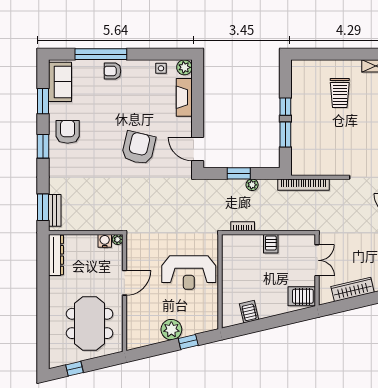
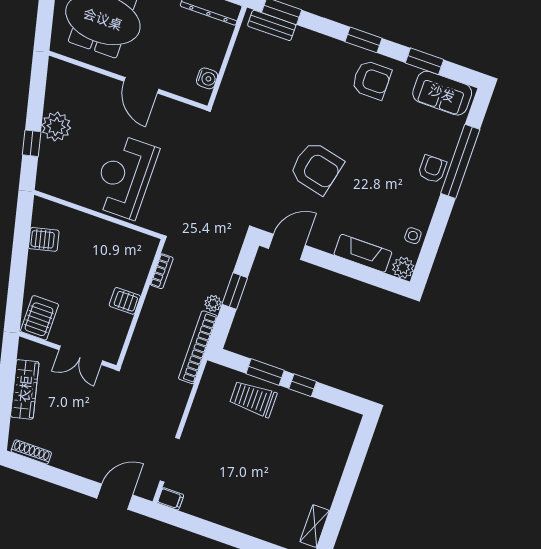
trolley: (340, 93) -> (253, 399), moved
bookcase: (304, 185) -> (198, 347), moved
plant: (118, 239) -> (203, 96), removed

